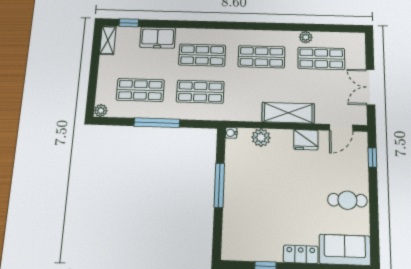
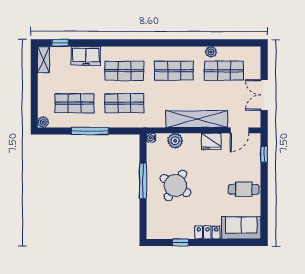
shelving: (288, 113) -> (197, 119), width x1.47
round table: (260, 192) -> (175, 186), added

